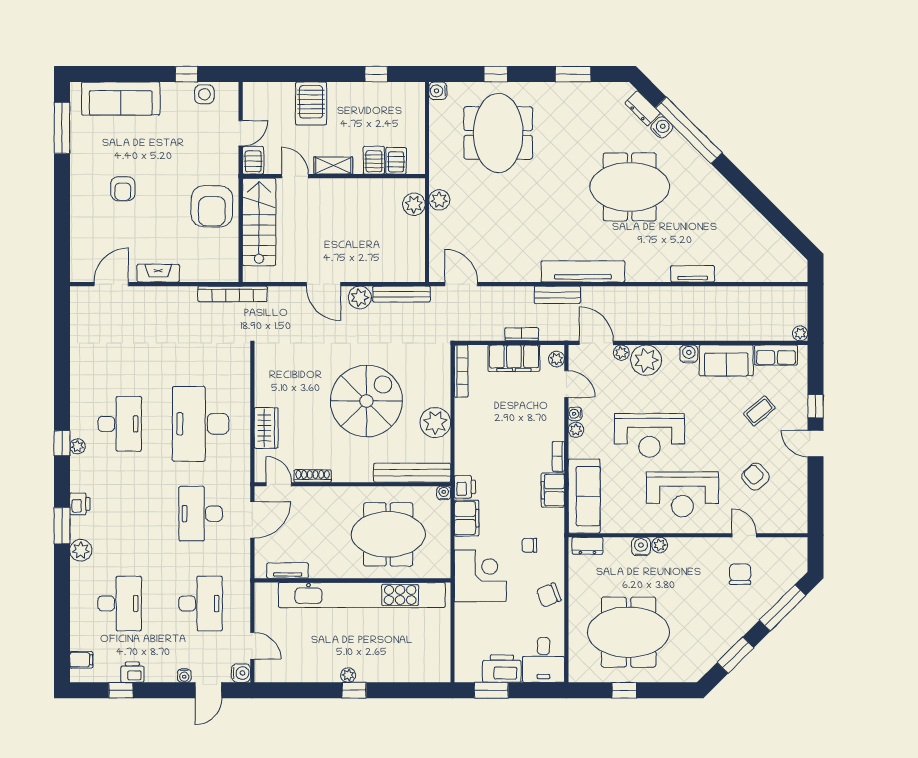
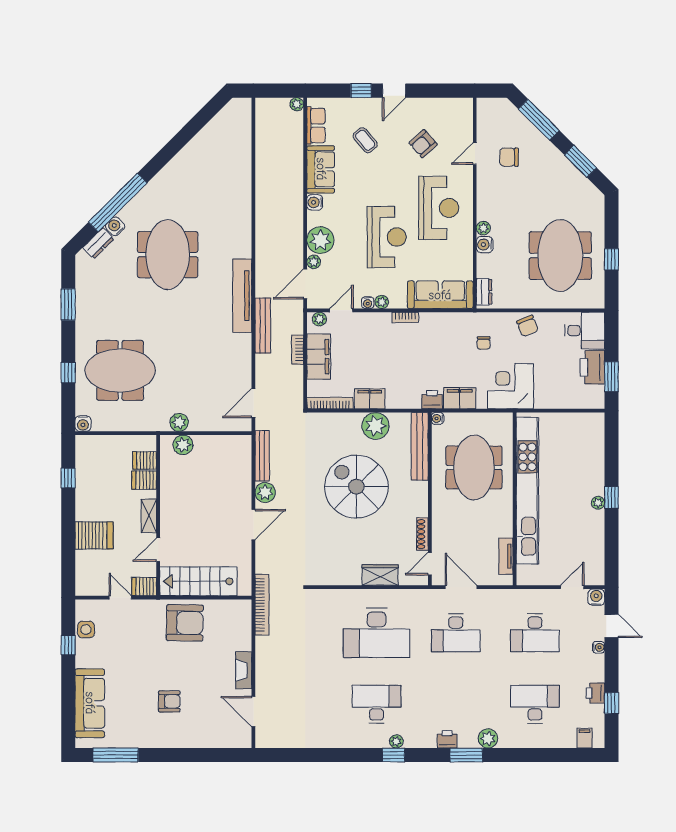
tv unit: (693, 274) -> (244, 199), removed
bench: (557, 295) -> (263, 326), width x1.36
filing cabinet: (553, 490) -> (370, 399), moved, turned 180
desk: (201, 603) -> (535, 633), turned 180

